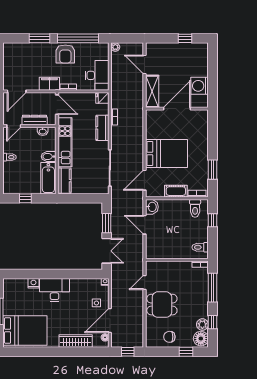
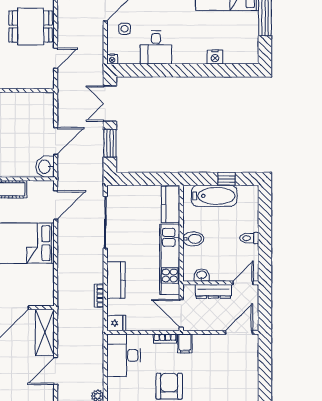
door: (144, 64) -> (56, 371), swing flipped
filing cabinet: (49, 84) -> (185, 343), width x0.50
bathtub: (48, 178) -> (214, 196), moved, turned 90
door: (144, 225) -> (56, 141), hinge flipped
desk: (55, 290) -> (156, 47), moved, width x0.73

